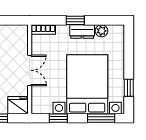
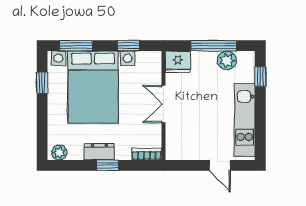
plant: (102, 31) -> (59, 153), moved

